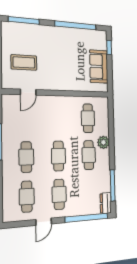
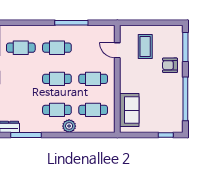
armchair: (43, 38) -> (170, 65), added
sofa: (99, 67) -> (129, 110), moved, turned 90
cafe table: (59, 194) -> (93, 79), moved

